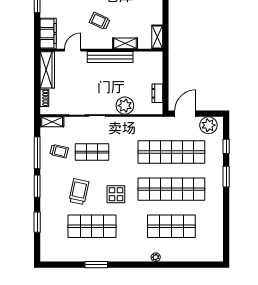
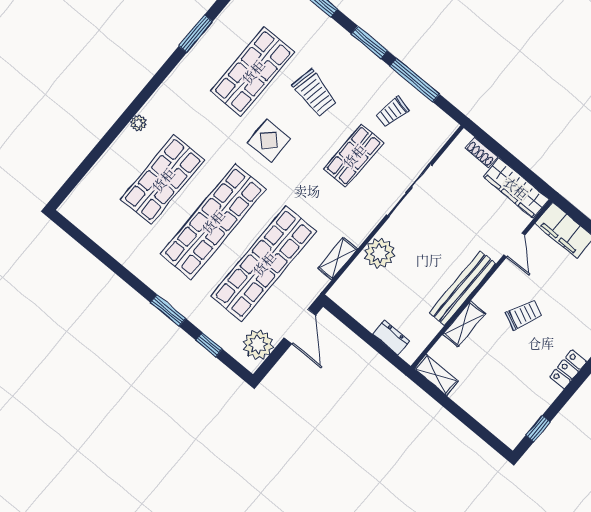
dresser: (157, 93) -> (391, 338), moved
shelving: (52, 122) -> (338, 259), moved

